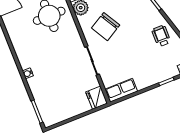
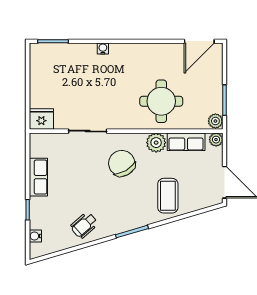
wheelchair: (161, 36) -> (84, 225), turned 139
row of seats: (121, 90) -> (38, 177), moved

